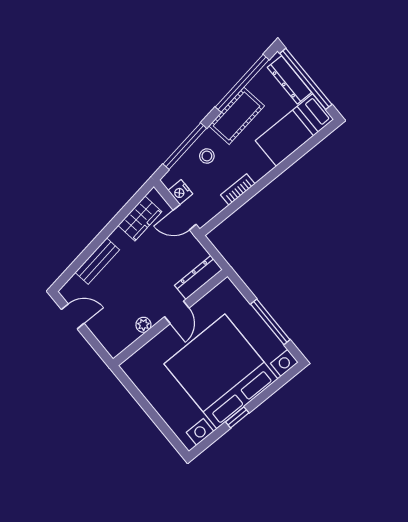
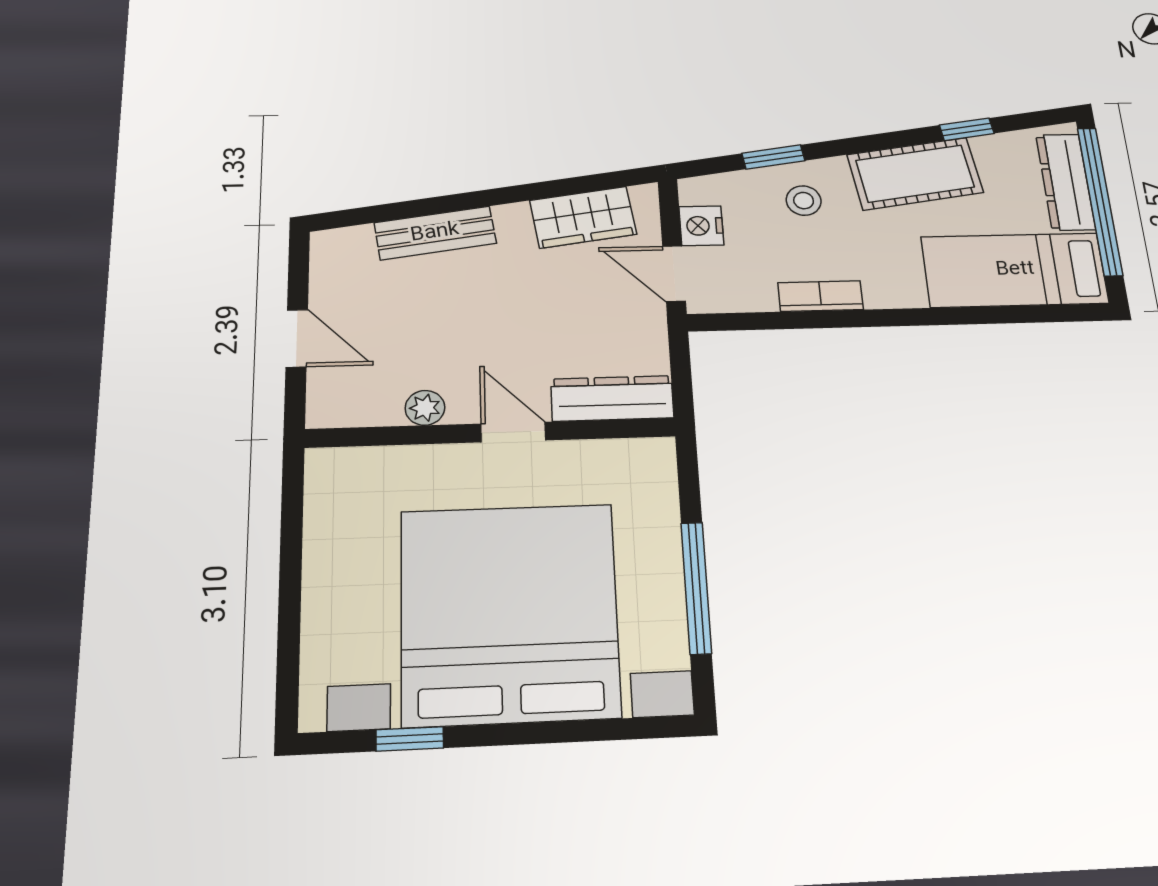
window: (242, 83) -> (967, 129), width x0.32
window: (185, 146) -> (773, 157), width x0.46
door: (177, 312) -> (513, 432), swing flipped
door: (73, 316) -> (297, 338), moved
window: (237, 417) -> (410, 739), moved

